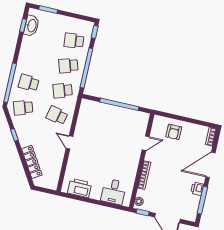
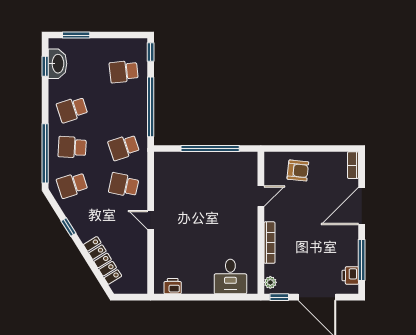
school desk: (68, 66) -> (72, 109), moved
armchair: (174, 132) -> (298, 171), turned -84
printer: (80, 188) -> (173, 286), width x0.53, depth x0.68
printer: (197, 189) -> (350, 275), moved

